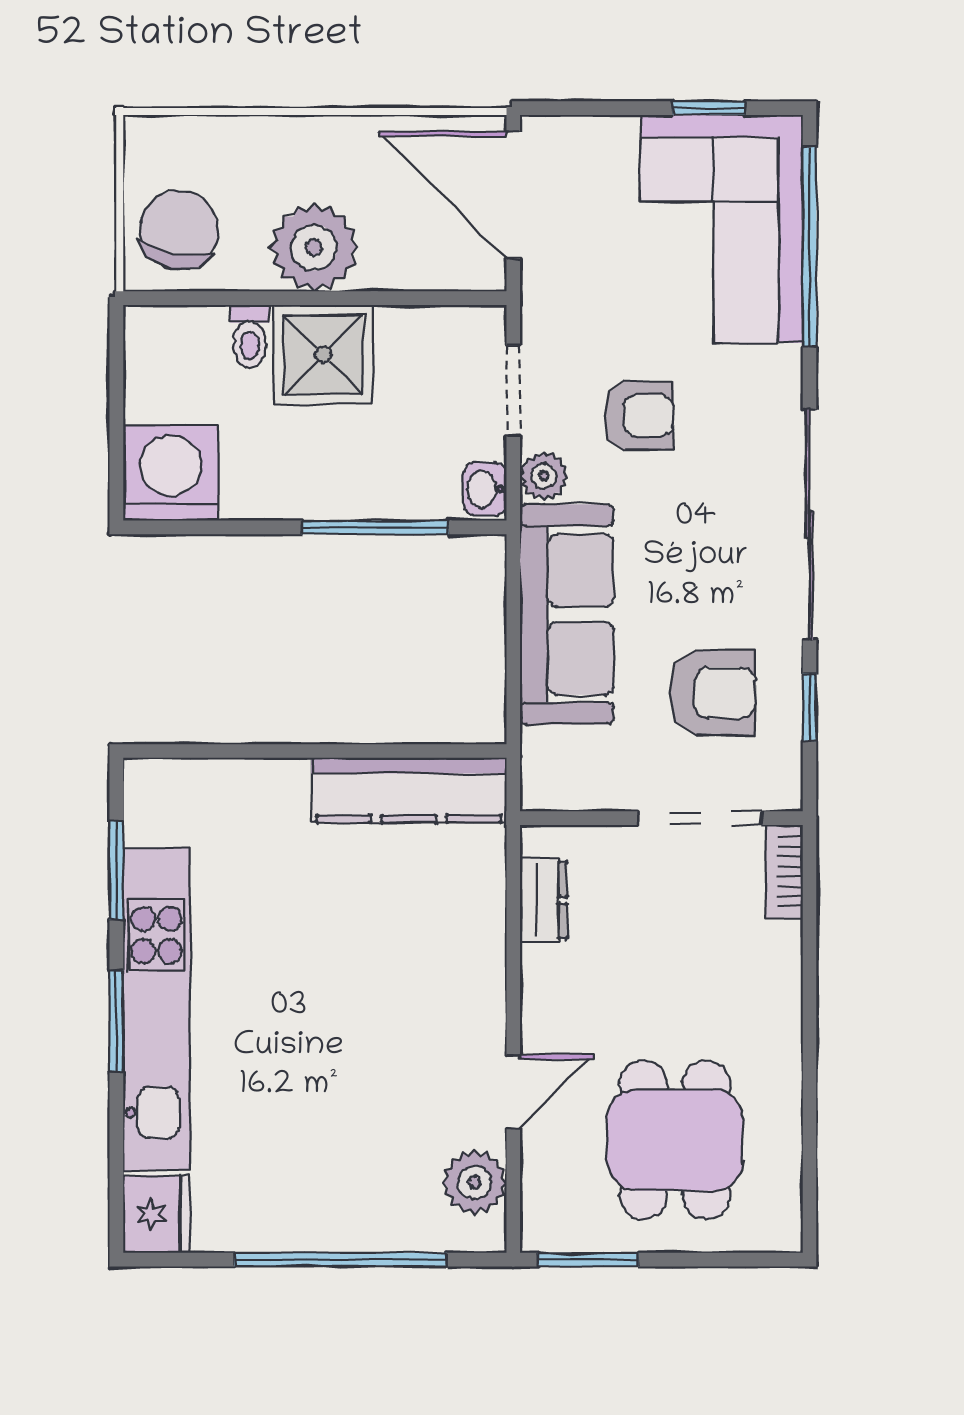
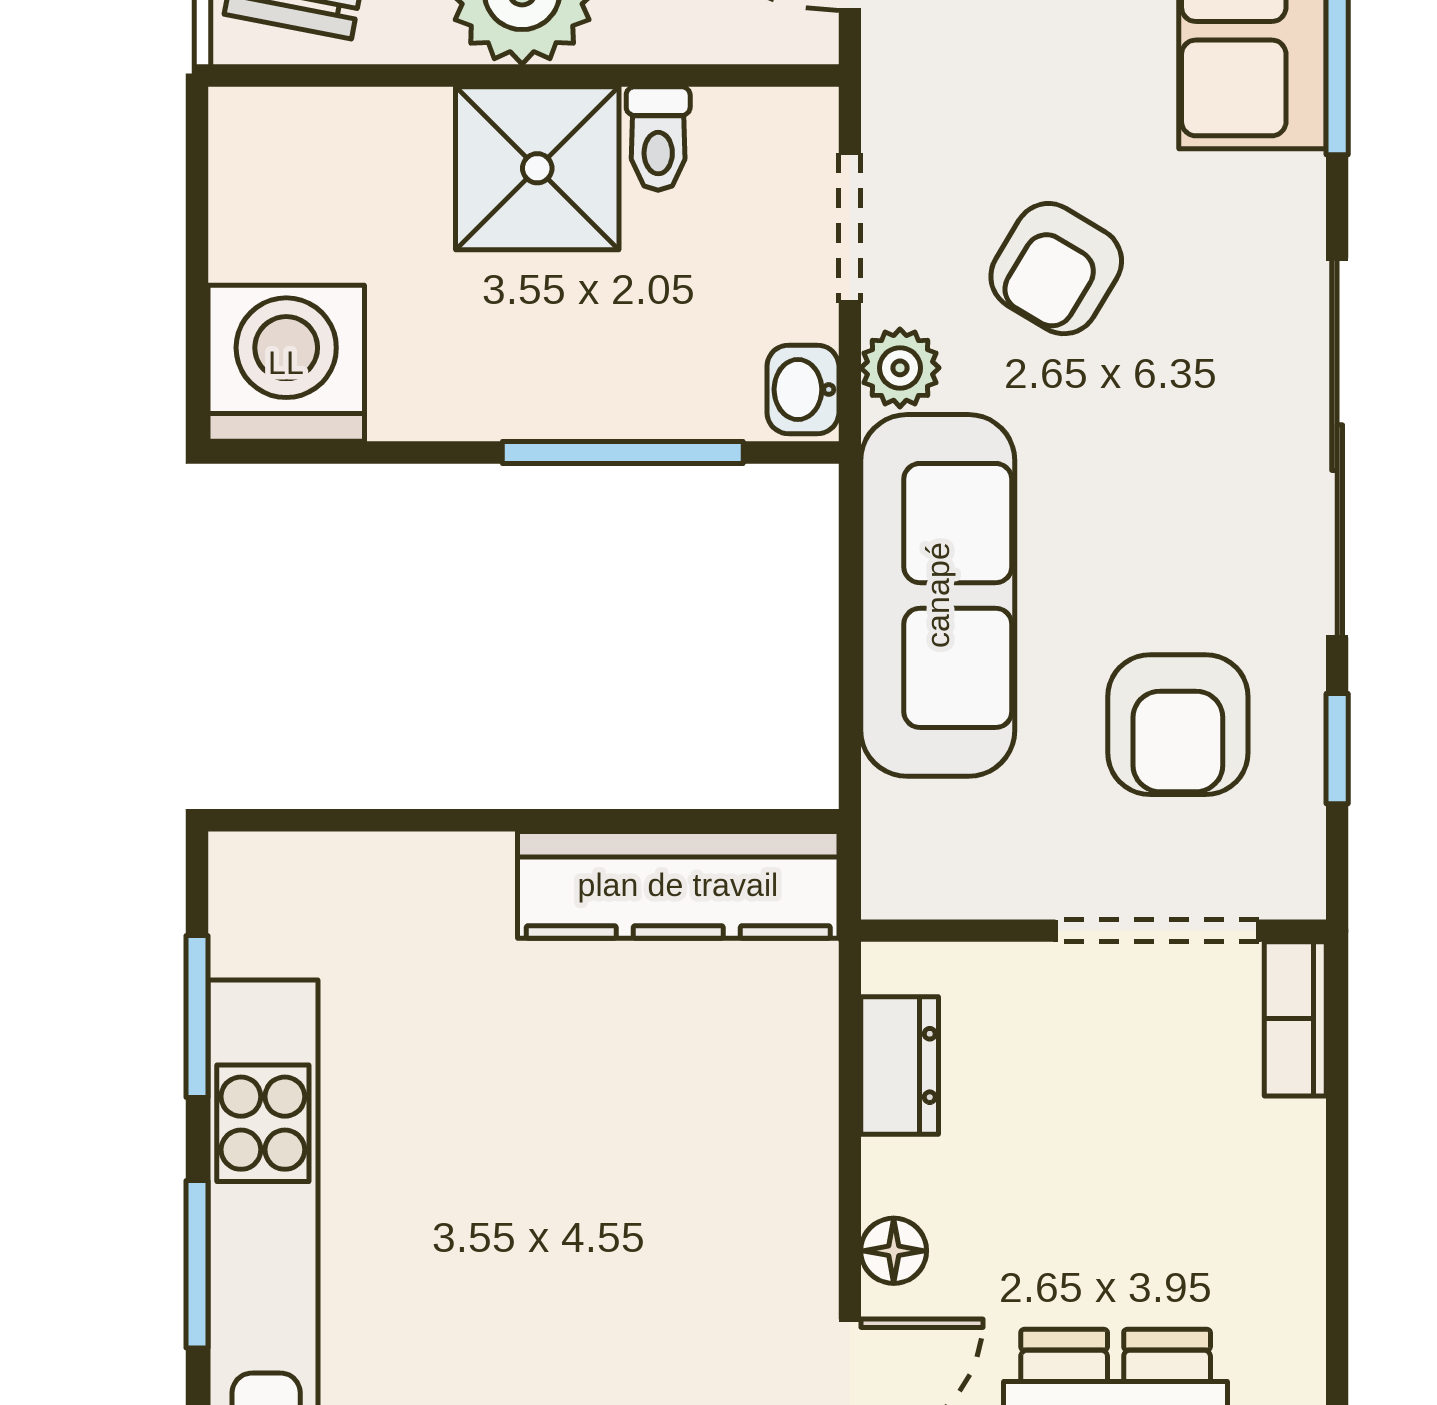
toilet: (250, 336) -> (658, 138), moved
armchair: (639, 416) -> (1056, 269), turned 121
armchair: (713, 693) -> (1178, 725), turned 90
floor lamp: (540, 1013) -> (894, 1251), added

